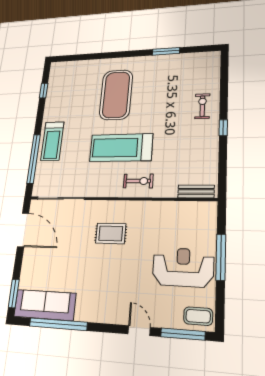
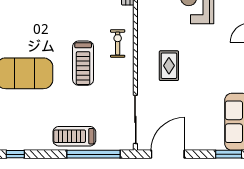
treadmill: (52, 141) -> (74, 136), turned 180
treadmill: (121, 148) -> (83, 63), width x0.73, depth x0.73

